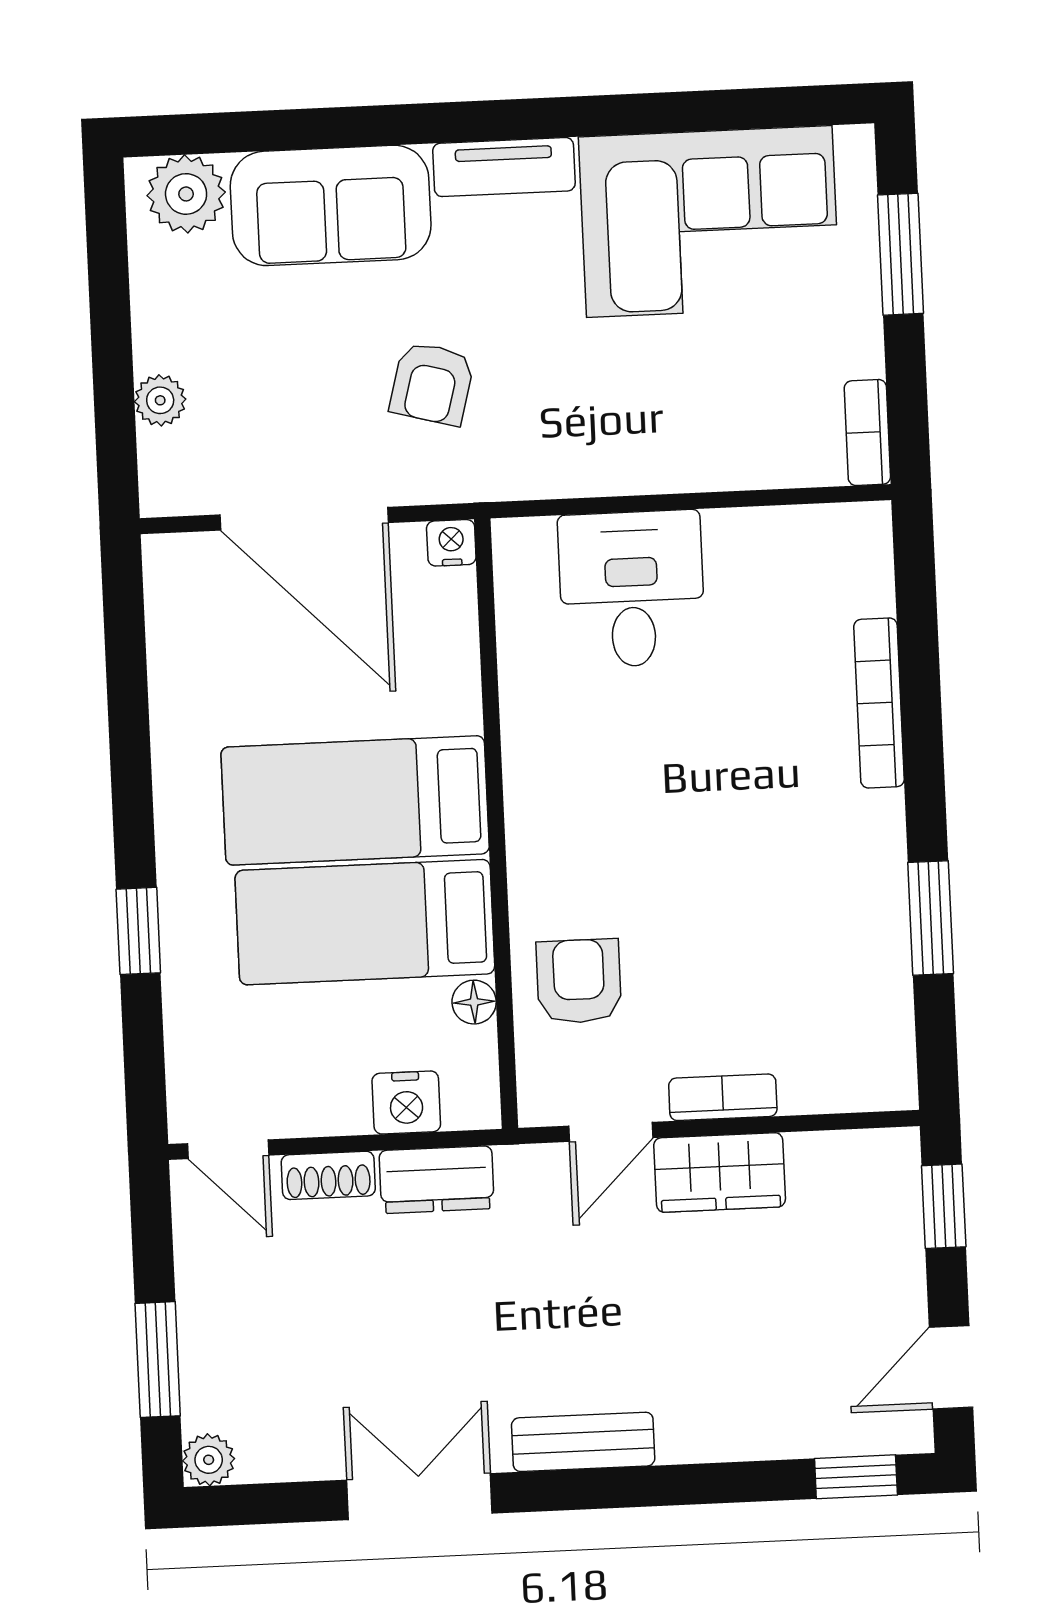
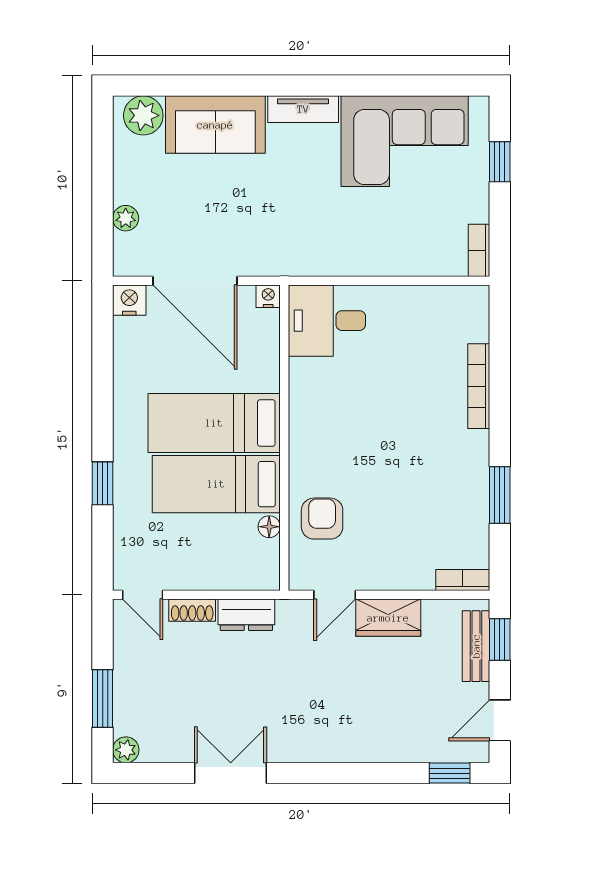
window: (900, 254) -> (500, 162), width x0.67
armchair: (432, 383) -> (262, 216), removed
desk: (632, 589) -> (327, 321), moved, turned -90
bookcase: (723, 1097) -> (463, 580), moved
nightstand: (406, 1103) -> (129, 300), moved, turned 180
bench: (583, 1442) -> (476, 646), moved, turned 90

